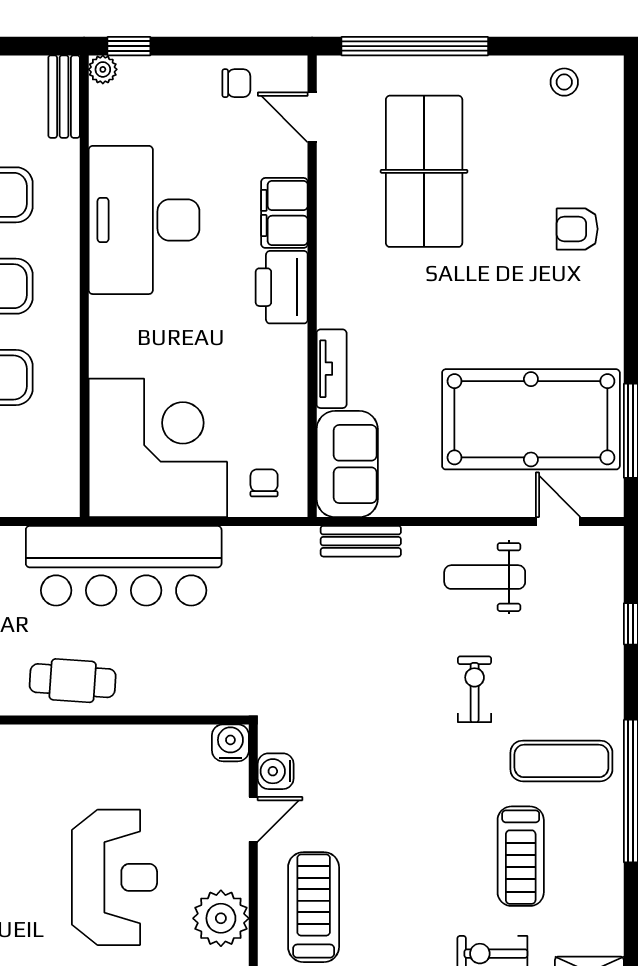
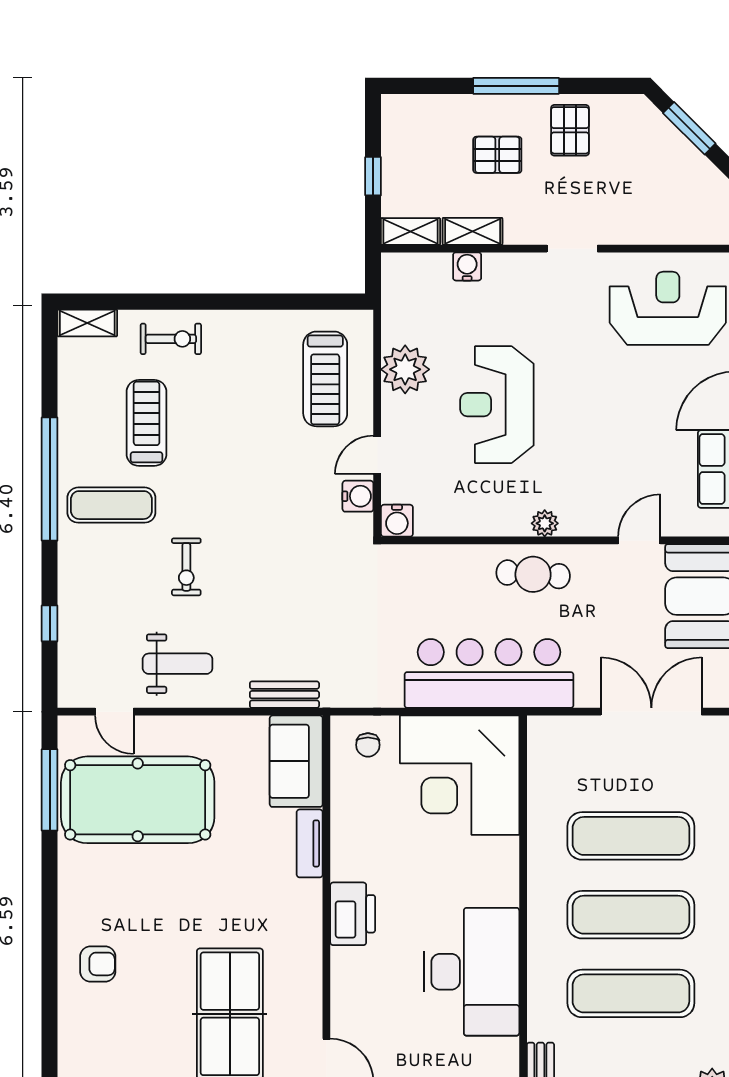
filing cabinet: (284, 213) -> (350, 978), removed
plant: (59, 740) -> (545, 523), added

